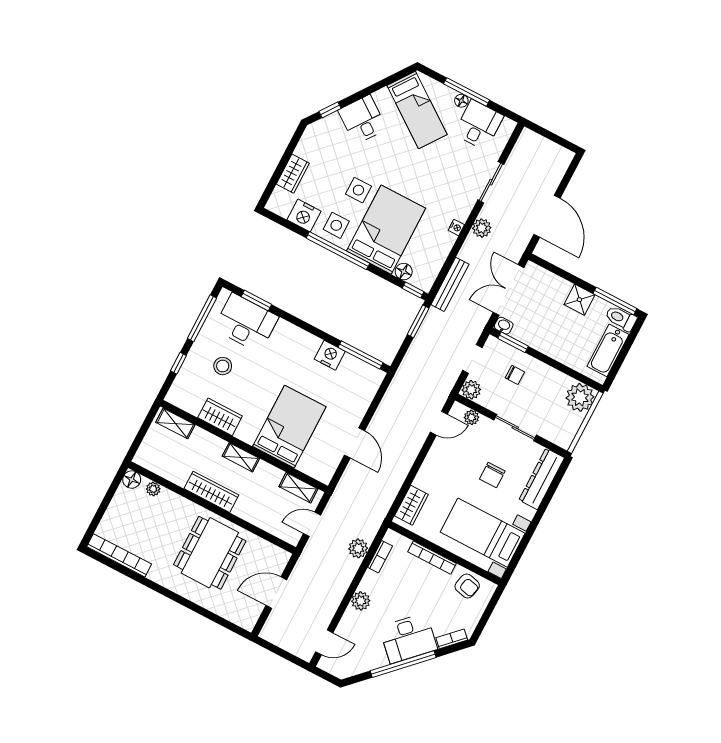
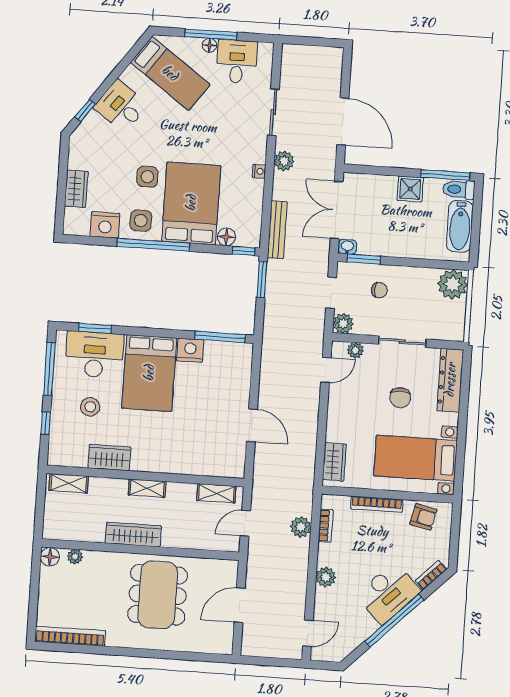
bed: (289, 427) -> (149, 373), moved, turned 180

